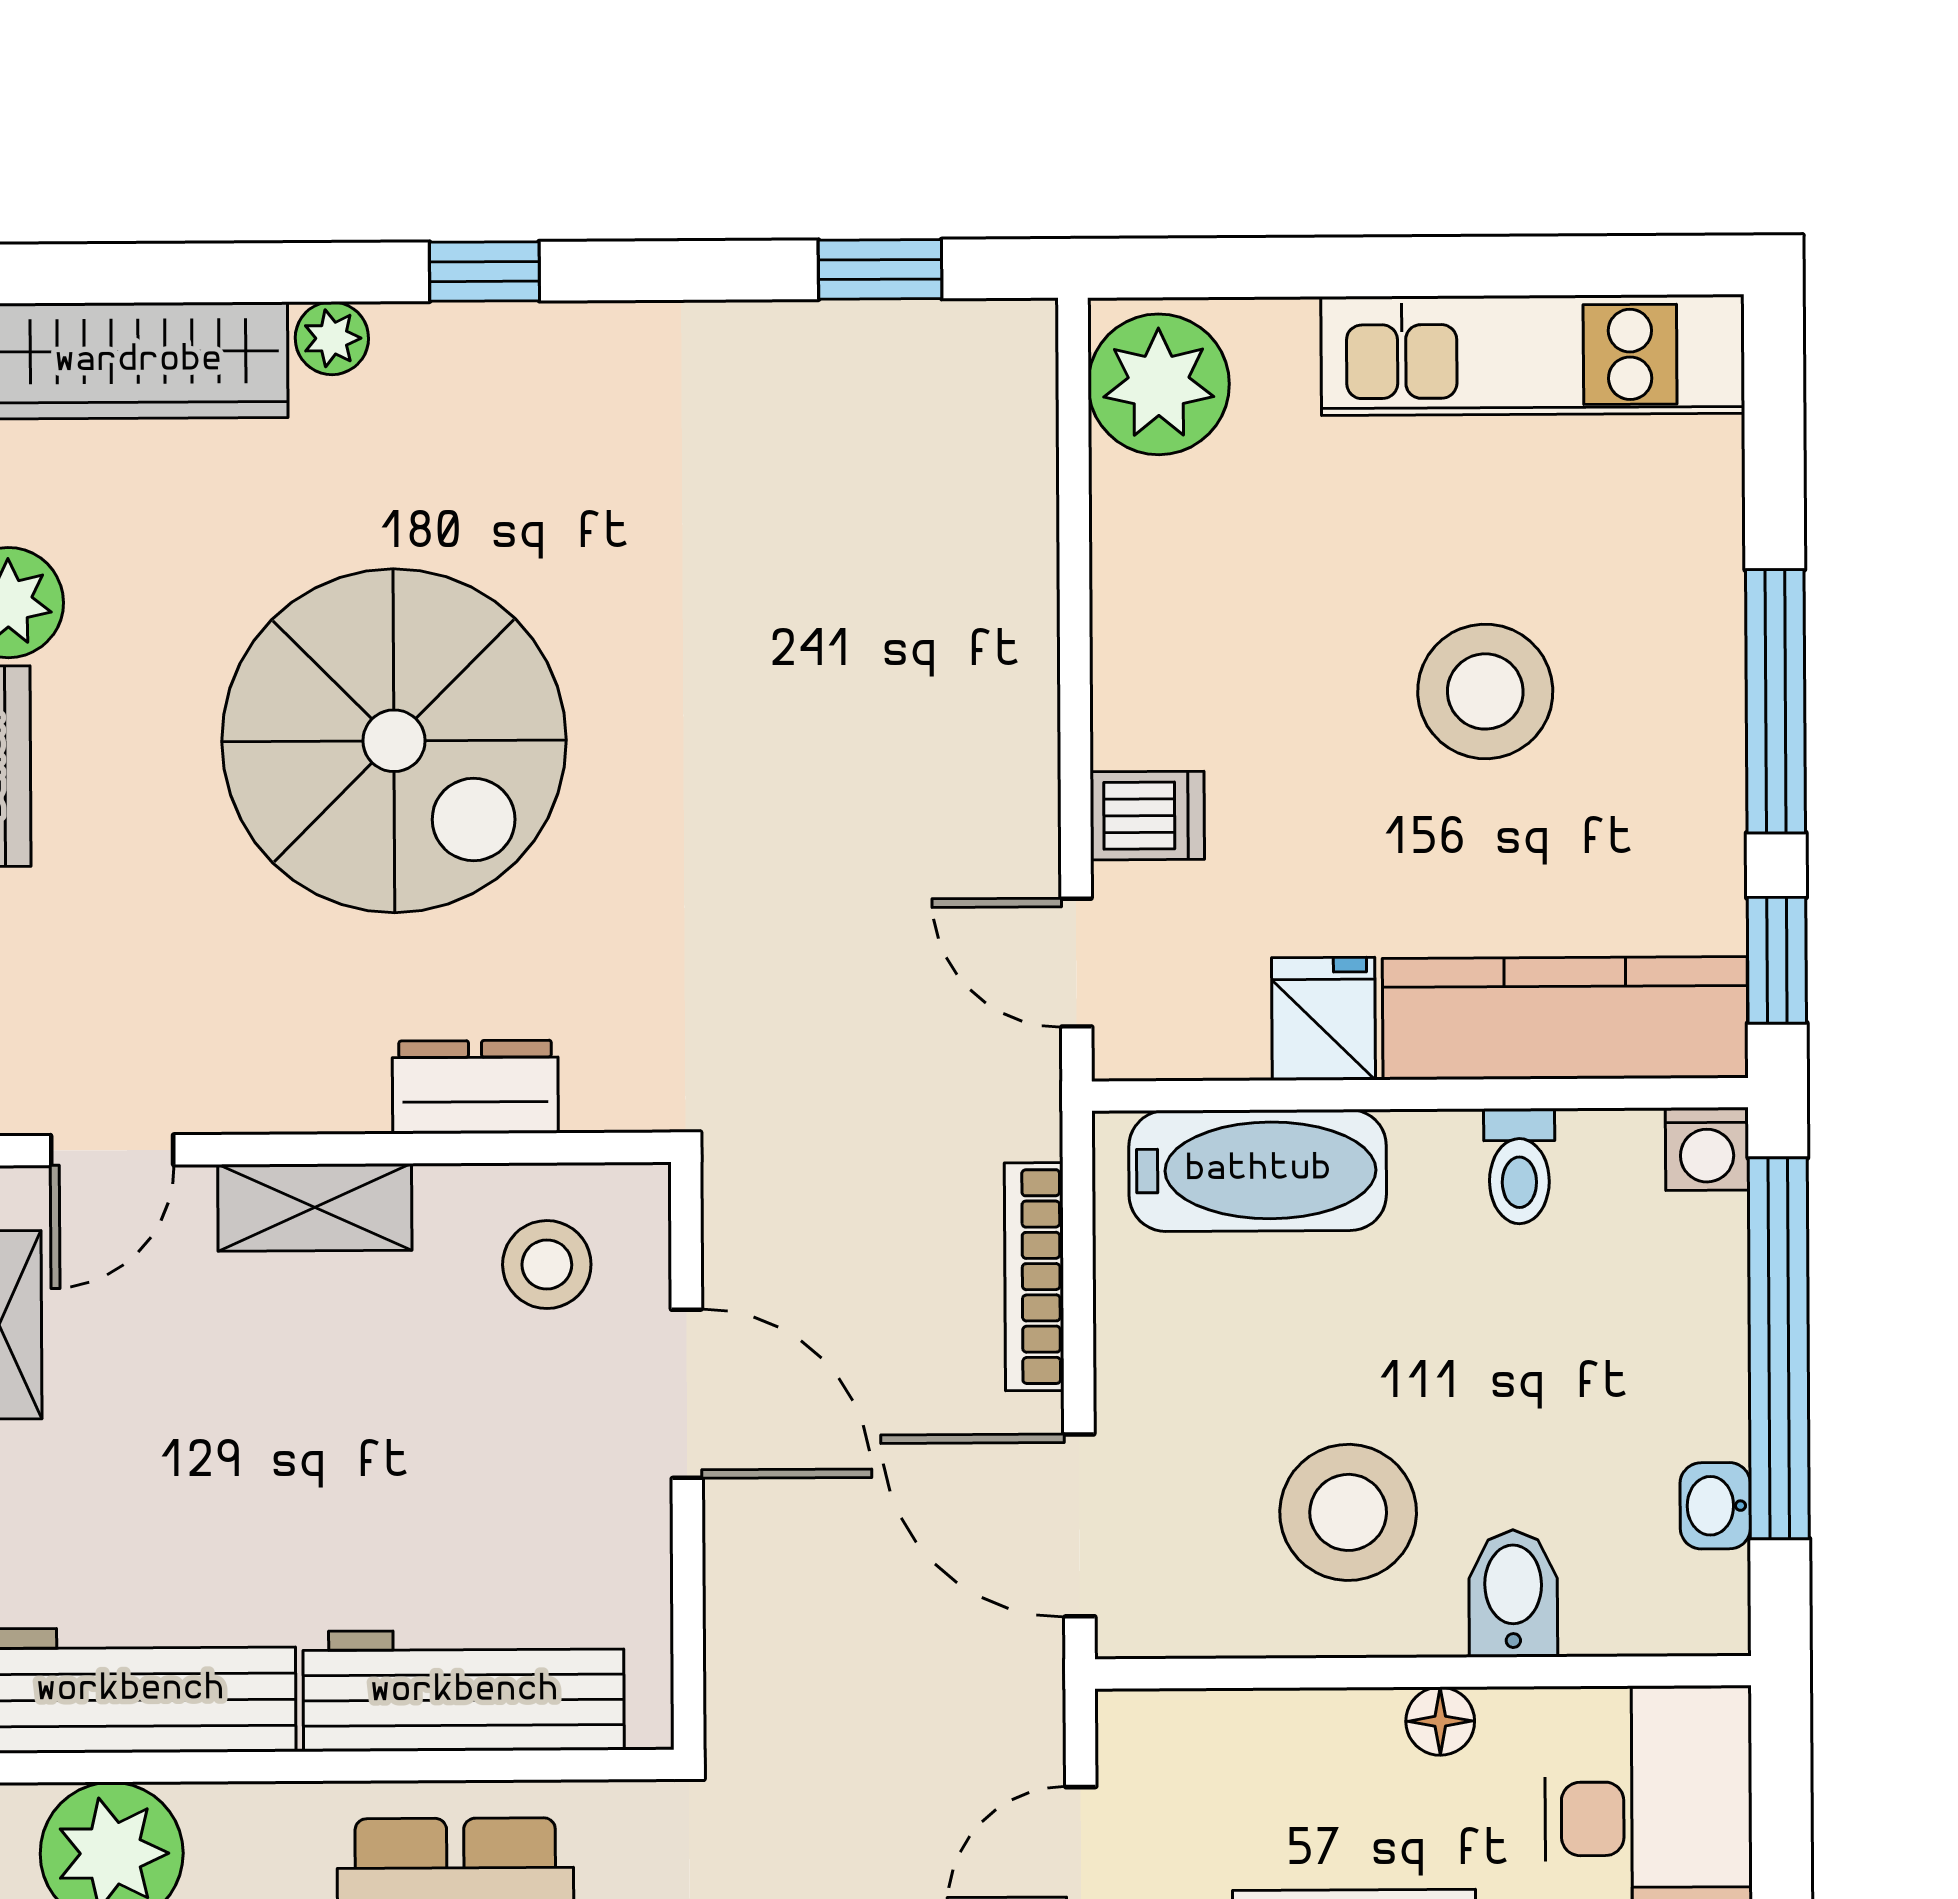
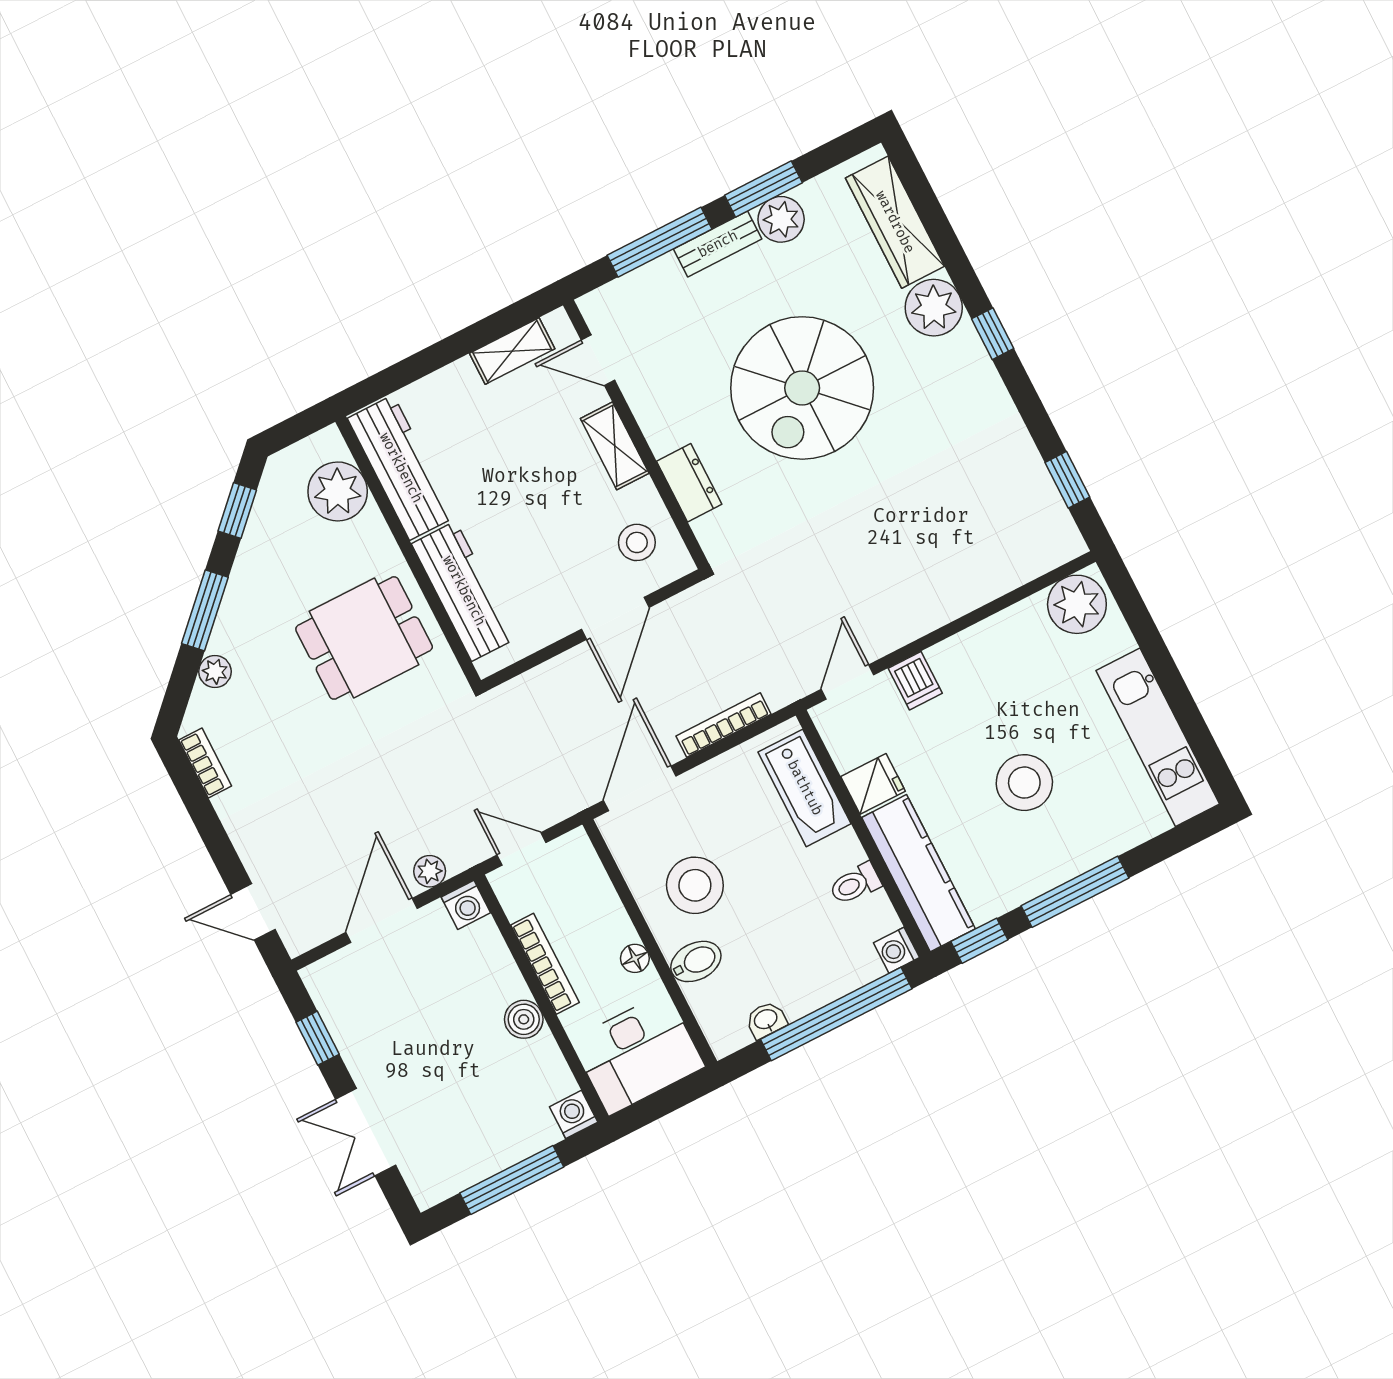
plant: (332, 338) -> (934, 308), width x1.87, depth x1.87

